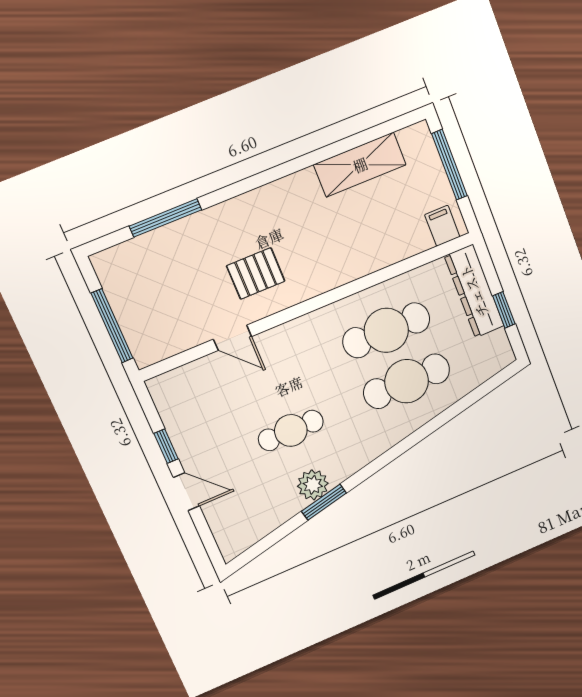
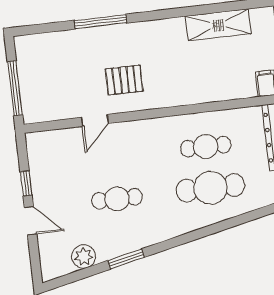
window: (165, 218) -> (100, 22), moved
cafe table: (386, 330) -> (206, 147), width x0.73, depth x0.74
door: (232, 338) -> (95, 120), hinge flipped
plant: (313, 485) -> (84, 257), moved

